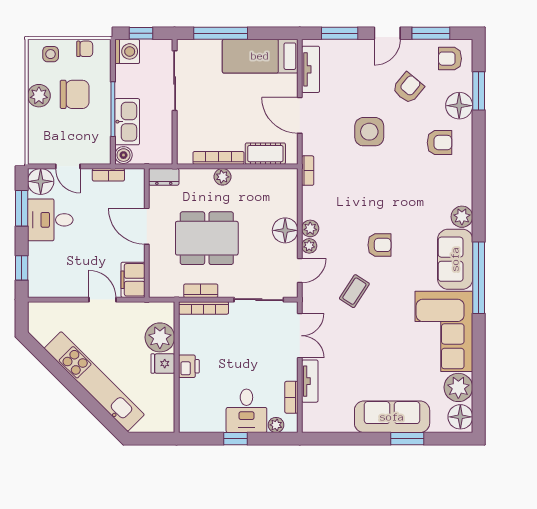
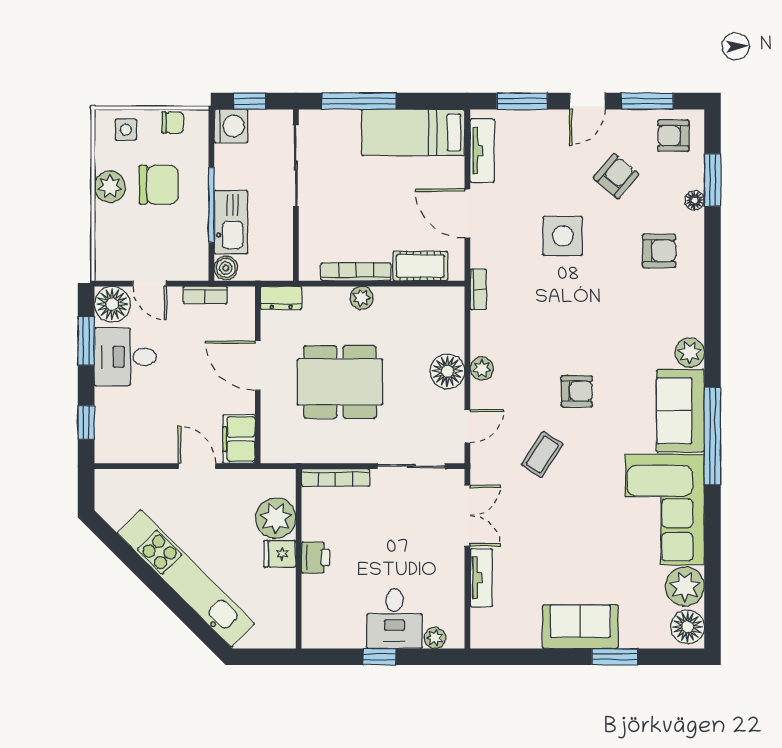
floor lamp: (459, 106) -> (695, 200), width x0.53, depth x0.53
plant: (309, 246) -> (480, 393), removed
bookcase: (201, 291) -> (332, 454), removed
bookcase: (291, 397) -> (456, 600), removed
sofa: (392, 417) -> (580, 627), width x0.73

